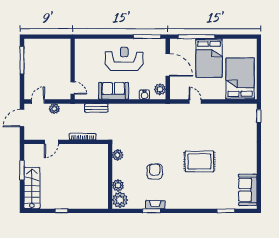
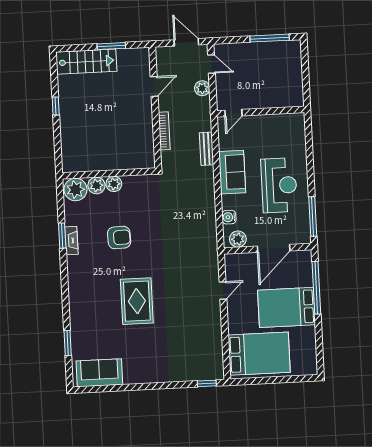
door: (51, 142) -> (154, 86), swing flipped
plant: (117, 155) -> (114, 184), moved

